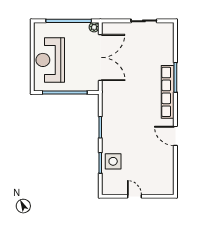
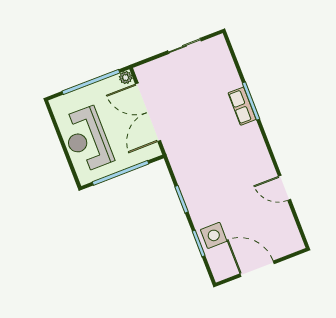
double door: (100, 57) -> (148, 112), swing flipped
row of seats: (168, 92) -> (242, 106), width x0.50
door: (175, 136) -> (284, 188), moved
door: (134, 196) -> (257, 269), width x1.88

